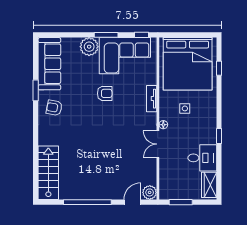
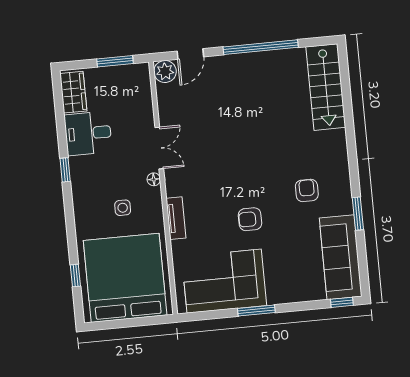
window: (142, 35) -> (342, 302), moved
plant: (89, 47) -> (281, 290), removed
armchair: (54, 108) -> (307, 190), moved, turned -101

